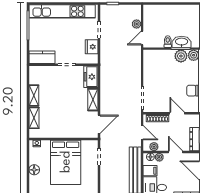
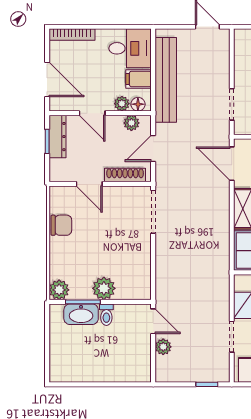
door: (142, 38) -> (153, 321), hinge flipped
plant: (181, 56) -> (104, 288), moved
door: (99, 124) -> (232, 164), hinge flipped
door: (142, 133) -> (153, 148), hinge flipped

